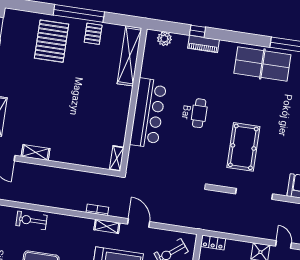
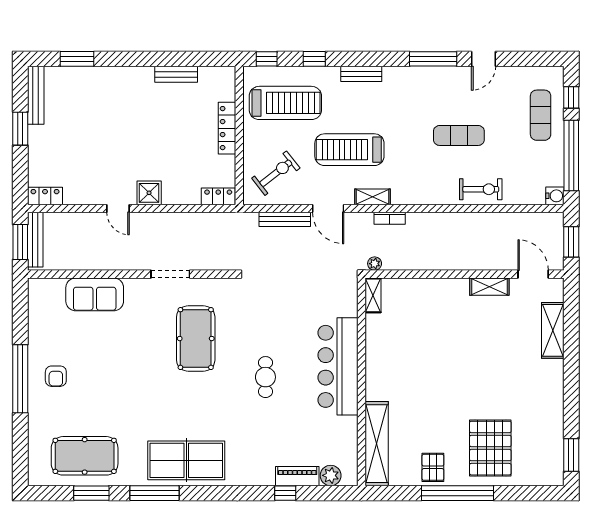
piano: (203, 44) -> (297, 476), moved
plant: (112, 180) -> (375, 264), added
doorway: (254, 194) -> (170, 274), width x0.73
bench: (170, 220) -> (285, 219), added

